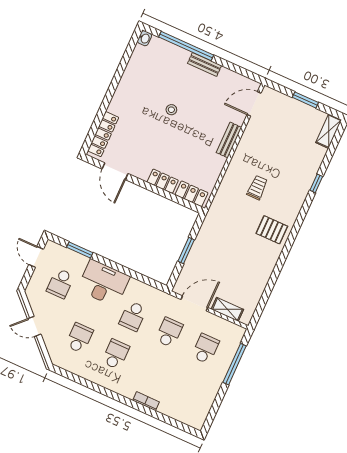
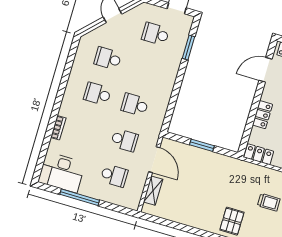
locker: (191, 194) -> (259, 154), moved, turned -90
desk: (103, 283) -> (62, 172), moved, turned 90
school desk: (79, 338) -> (108, 58), turned 180
school desk: (116, 354) -> (97, 94), turned 180
window: (235, 364) -> (80, 197), moved

